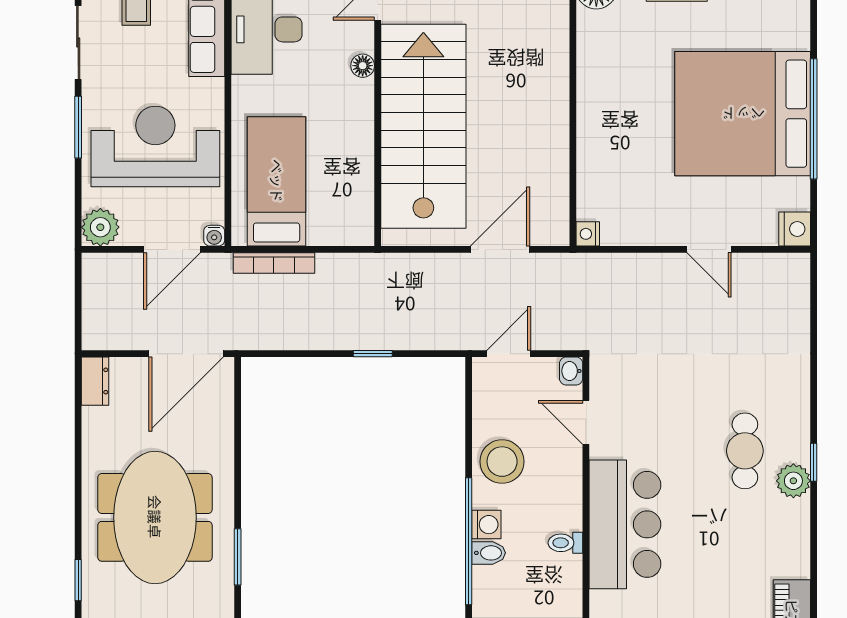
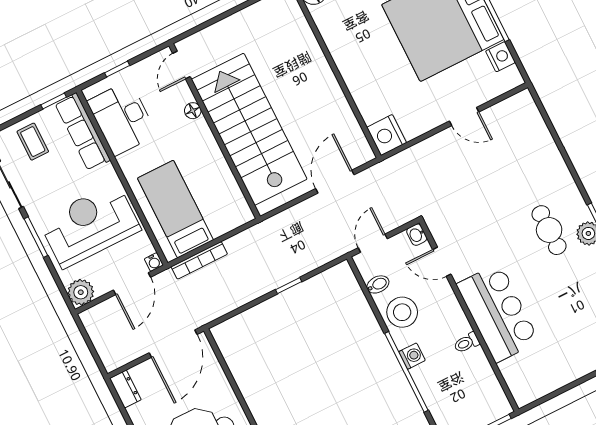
nightstand: (795, 229) -> (500, 57), moved
nightstand: (588, 234) -> (387, 135), width x1.89, depth x1.79
bidet: (489, 553) -> (378, 284), moved

